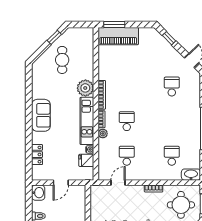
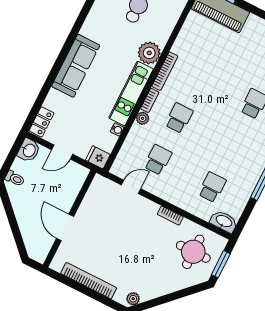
sofa: (41, 115) -> (76, 66), width x1.36
locker: (37, 155) -> (41, 122), moved
fridge: (86, 160) -> (98, 157), moved

